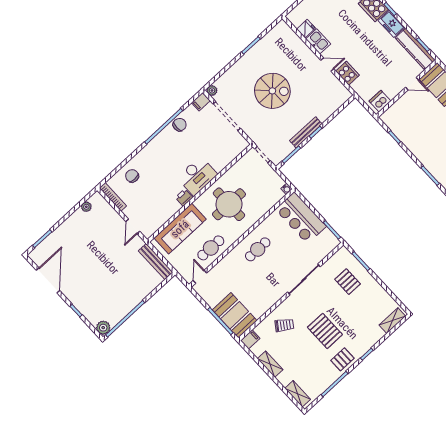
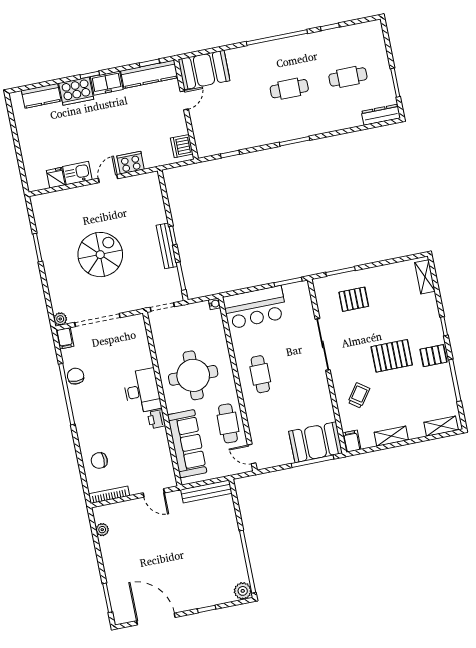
pallet: (342, 359) -> (433, 356), turned 90

